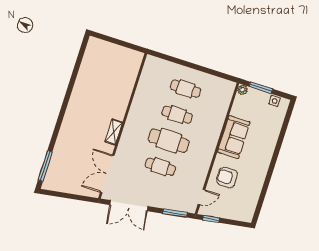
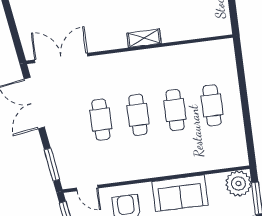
plant: (242, 90) -> (238, 183), width x1.88, depth x1.88
shelving: (114, 132) -> (144, 38), moved
cafe table: (169, 141) -> (138, 115), width x0.73, depth x0.74

